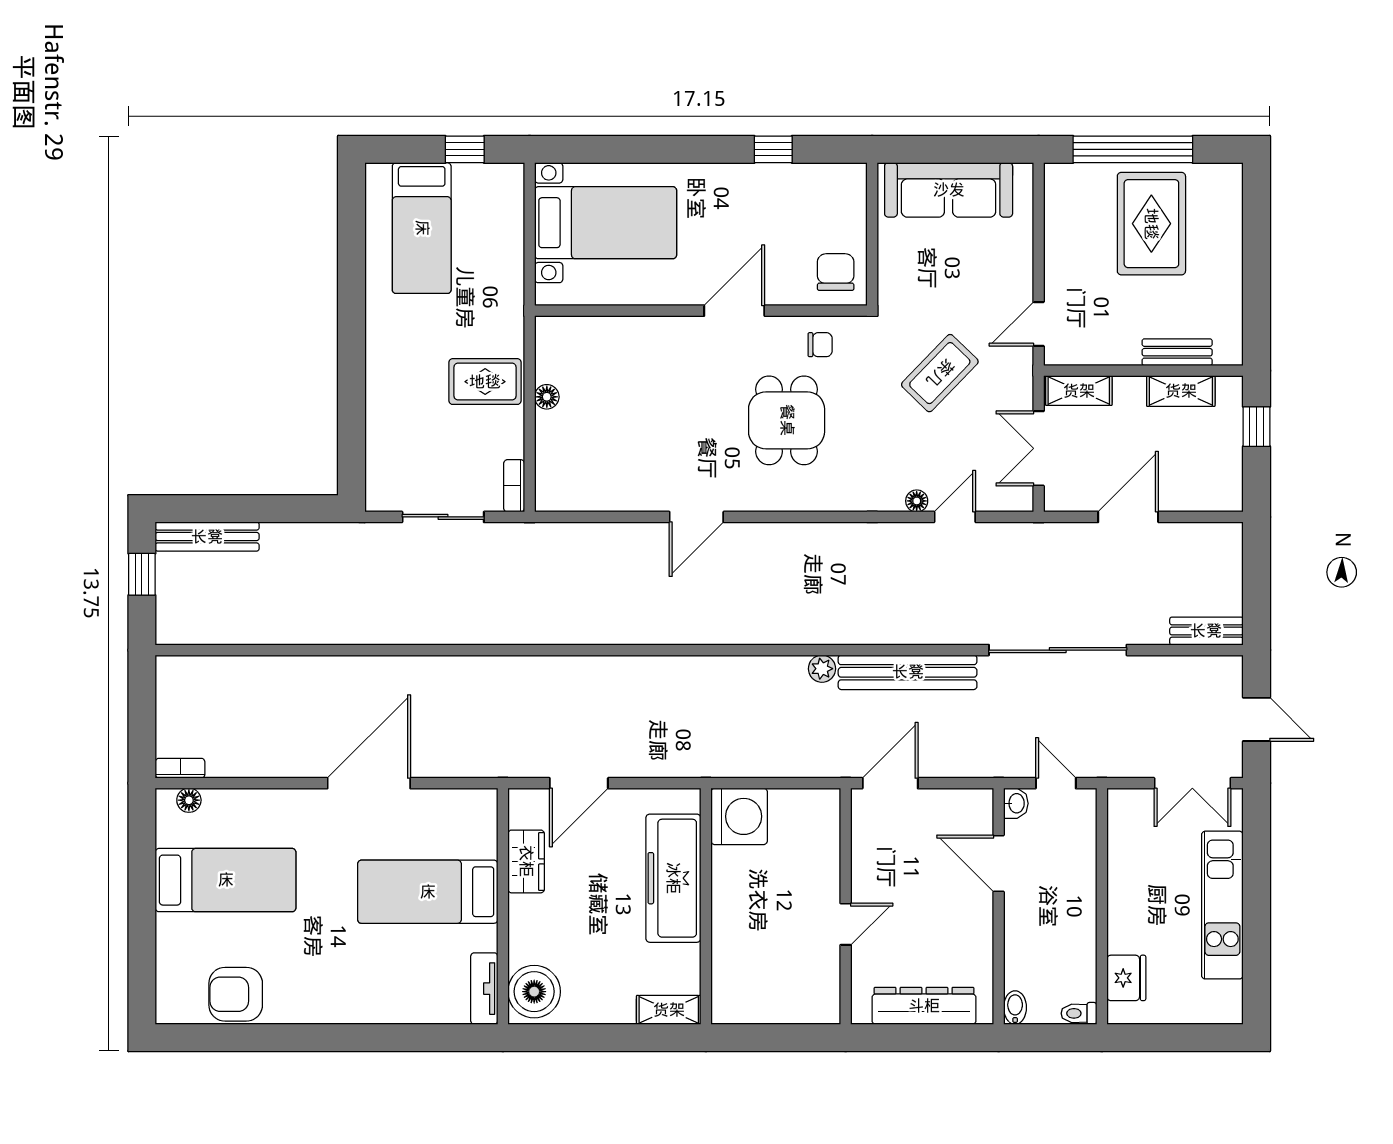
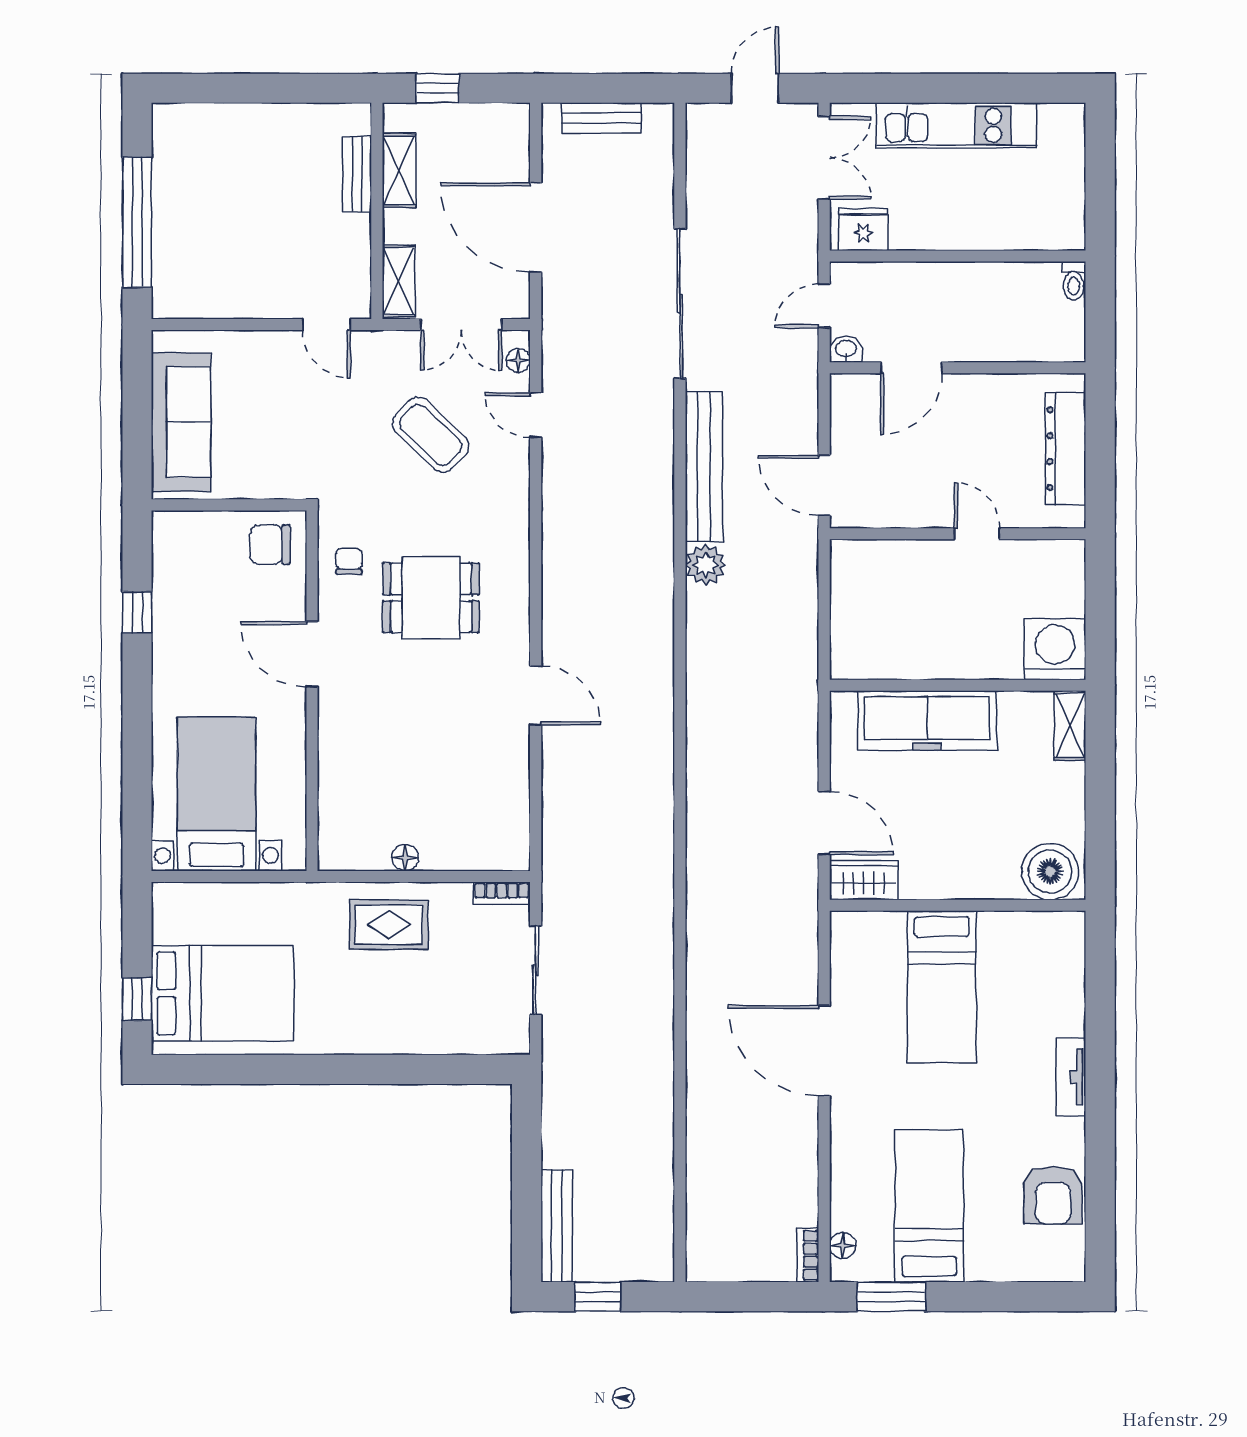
window: (465, 149) -> (137, 999), moved
rug: (1151, 224) -> (218, 202), removed
bed: (422, 228) -> (222, 993), width x1.50
coffee table: (940, 373) -> (431, 435), moved
rug: (485, 382) -> (389, 925), turned 90
floor lamp: (917, 501) -> (518, 360), moved
door: (1128, 517) -> (536, 227), width x1.36
bench: (1206, 631) -> (601, 118), moved, turned 90
plant: (822, 669) -> (706, 565), width x1.38, depth x1.38
washing machine: (739, 816) -> (1055, 649), moved
window: (142, 845) -> (891, 1297), added
wardrobe: (526, 861) -> (864, 880), moved
fridge: (1126, 978) -> (863, 229), moved
tv unit: (484, 989) -> (1071, 1077), moved, turned 90
bidet: (1015, 1008) -> (1067, 350), removed

